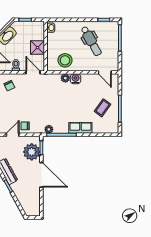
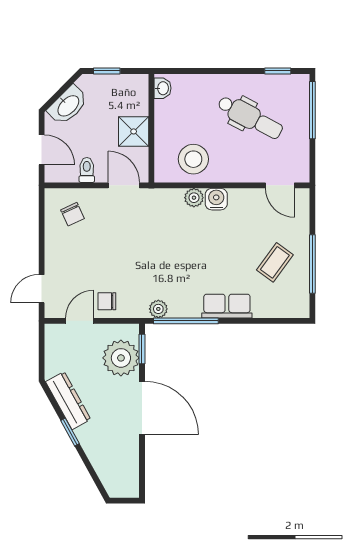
dental chair: (91, 41) -> (250, 117), turned -33

